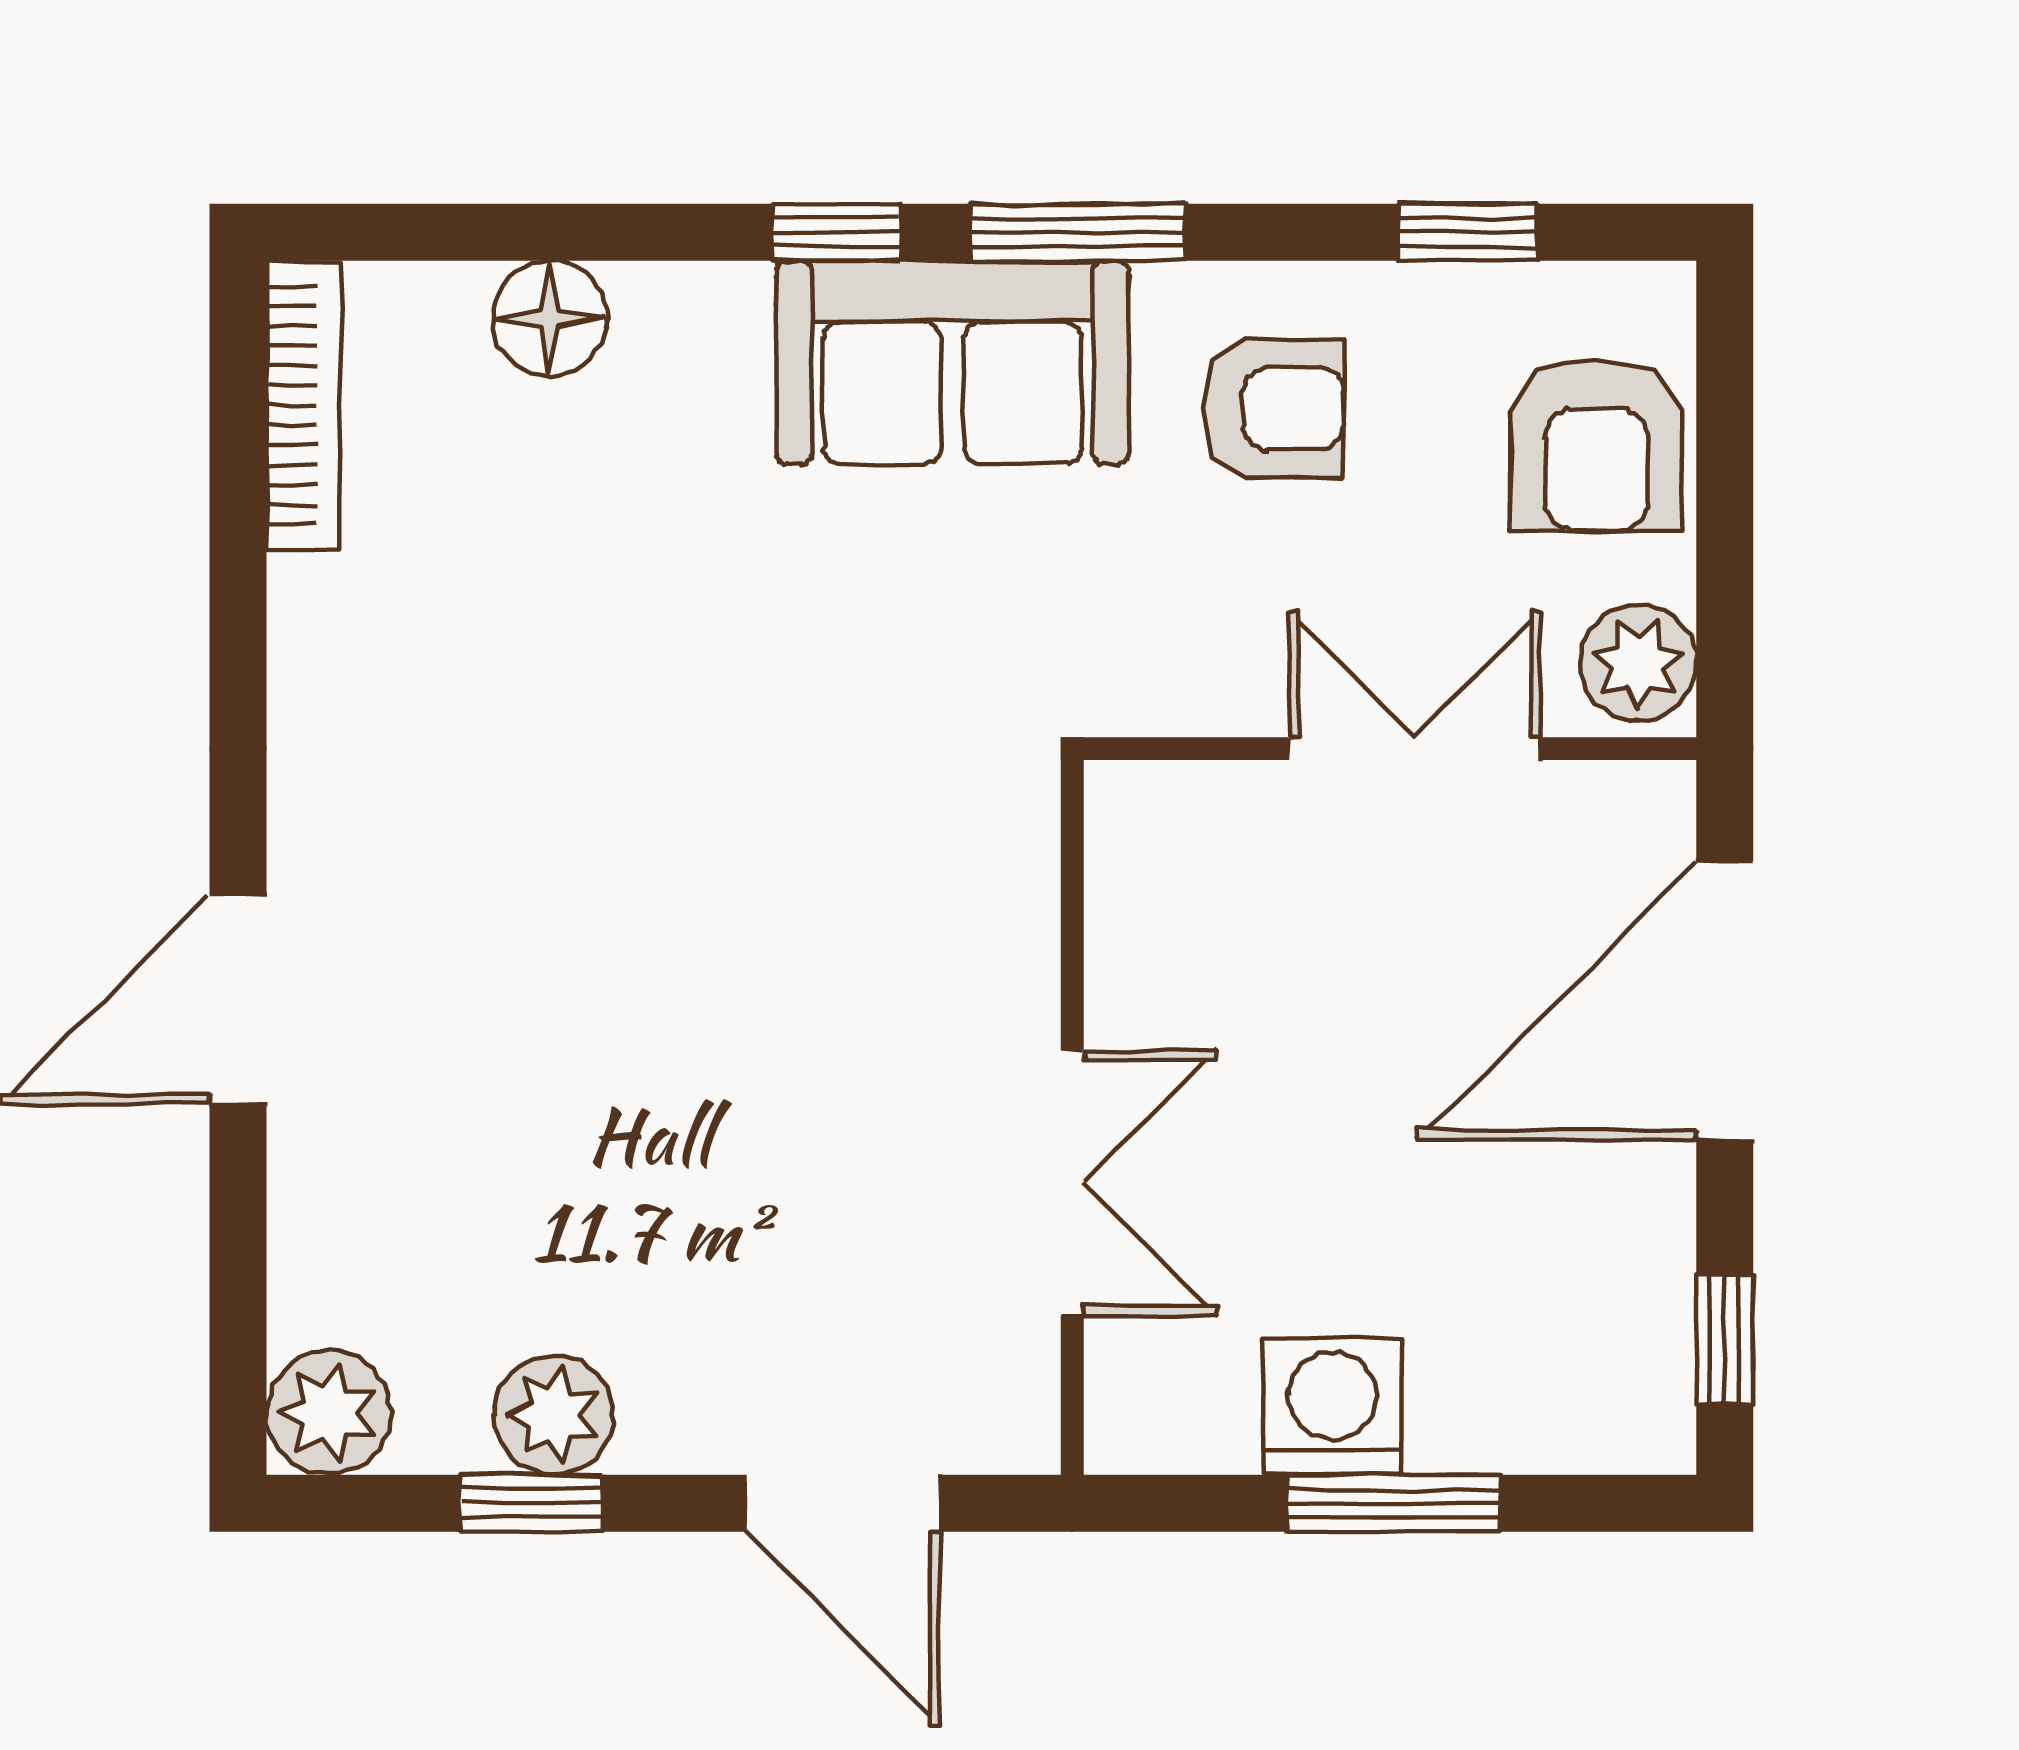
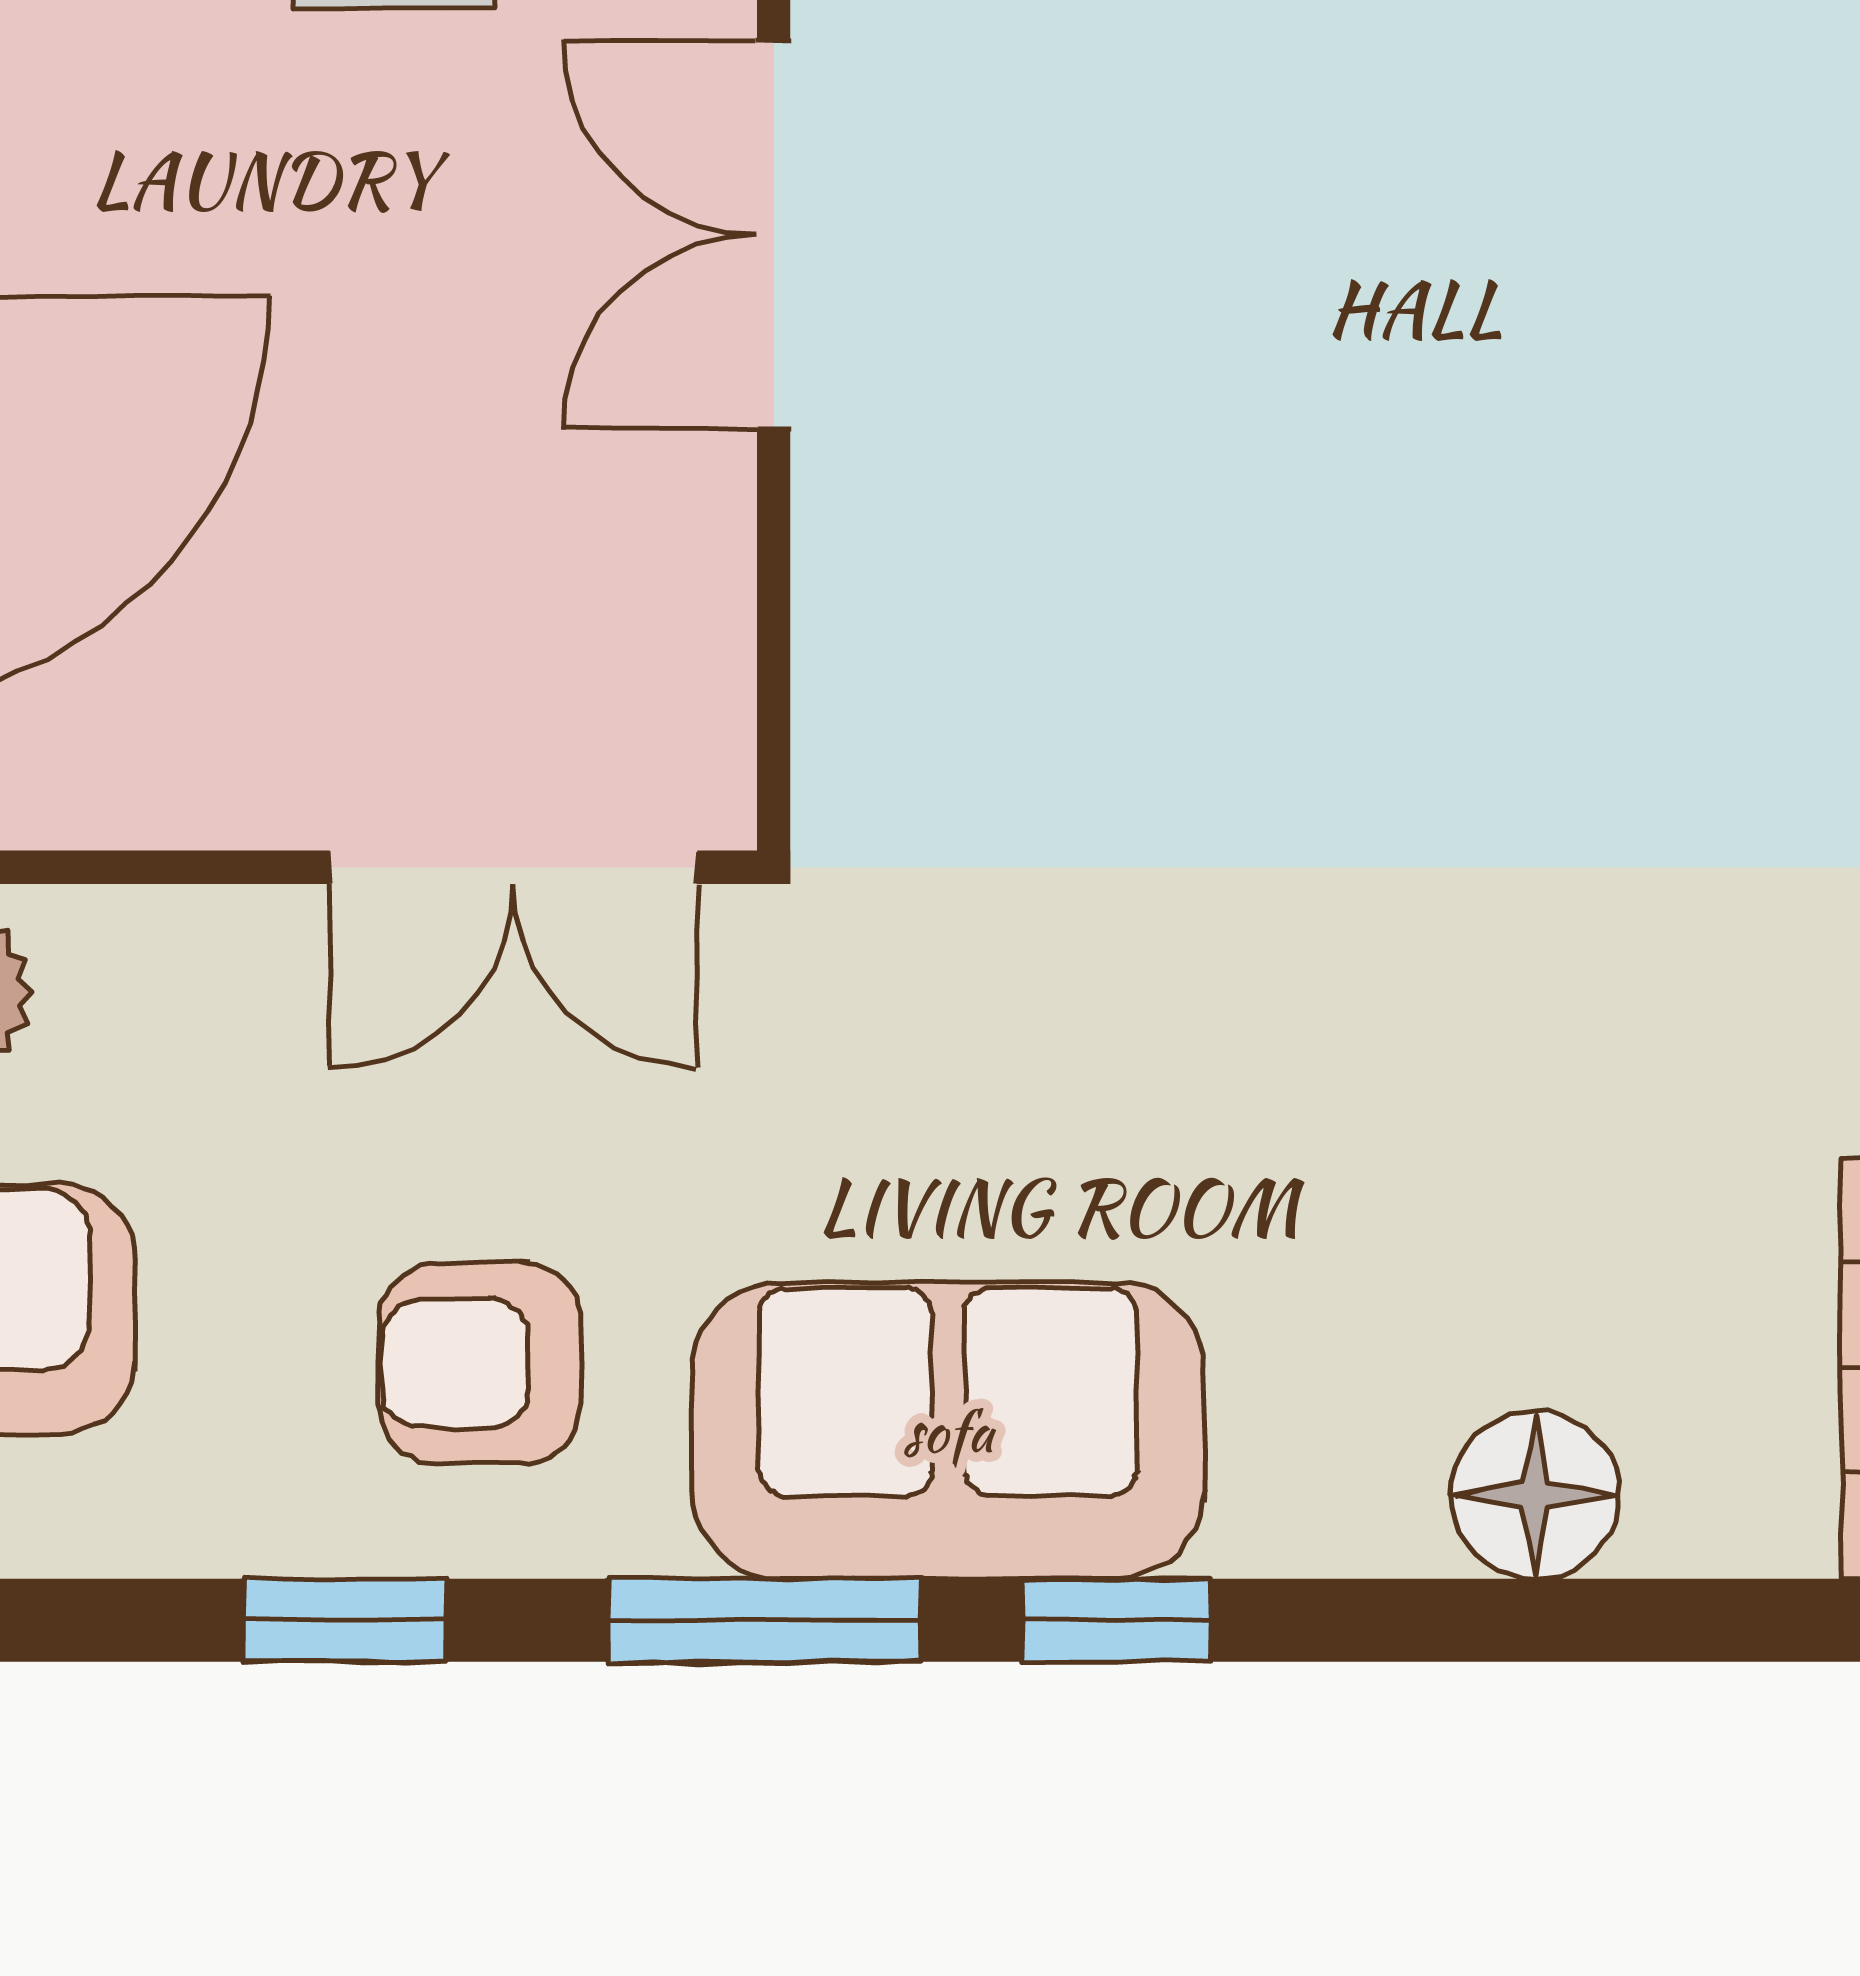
window: (1468, 232) -> (345, 1620), moved
double door: (1415, 749) -> (513, 867), moved

